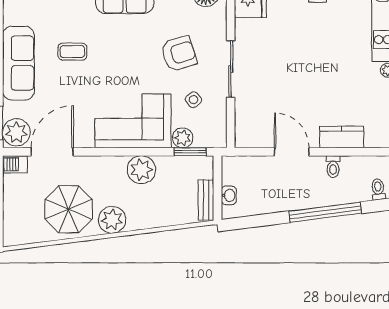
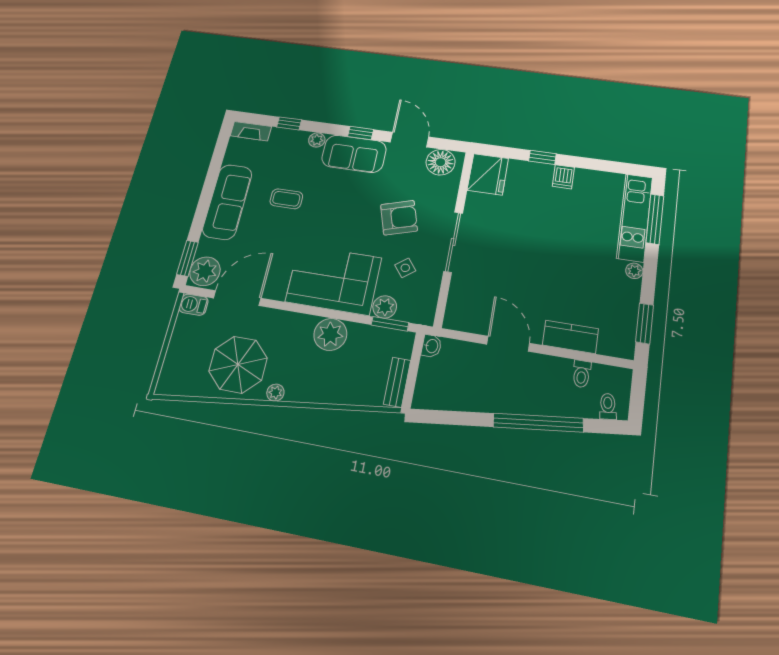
toilet: (333, 167) -> (582, 374), moved
washbasin: (229, 195) -> (431, 346), moved
plant: (112, 220) -> (275, 393), width x0.53, depth x0.53

